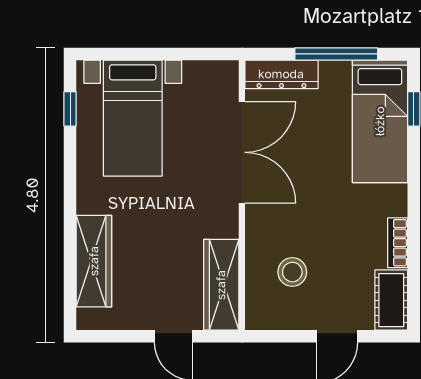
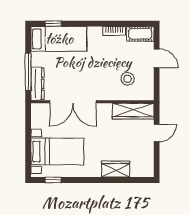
window: (336, 54) -> (28, 72), moved
double door: (242, 152) -> (73, 102), swing flipped
wardrobe: (94, 261) -> (116, 169), width x0.67

